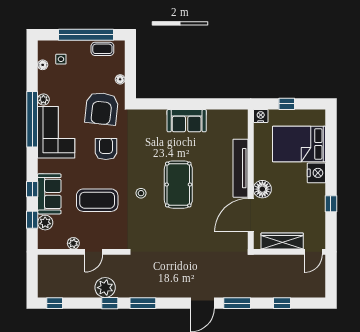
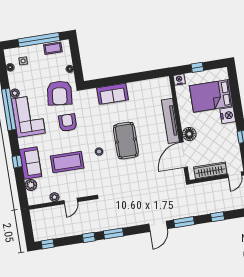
sofa: (187, 121) -> (112, 94), moved
window: (32, 220) -> (21, 184), removed
plant: (105, 288) -> (83, 226), removed

